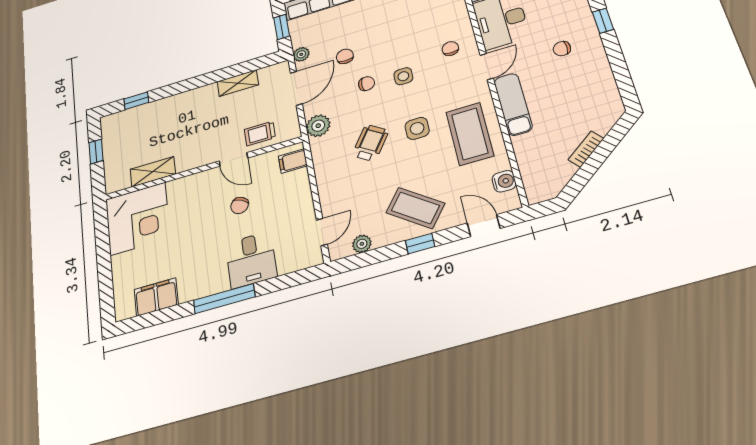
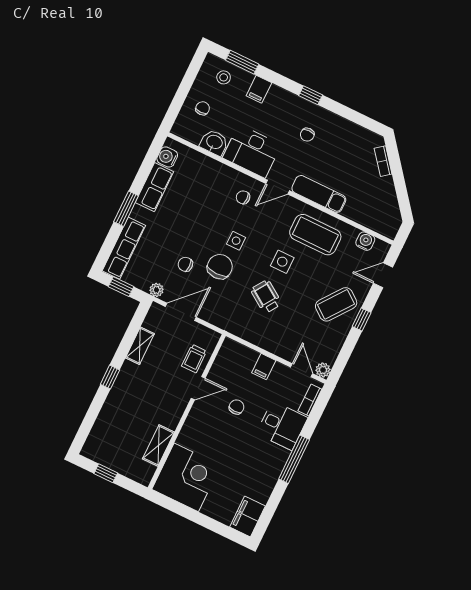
door: (487, 67) -> (278, 187), swing flipped
chair: (366, 84) -> (220, 267), width x1.87, depth x1.87
door: (296, 88) -> (181, 312), hinge flipped
window: (136, 101) -> (110, 377), moved
plant: (318, 126) -> (223, 319), removed
bookcase: (586, 149) -> (383, 161), moved
filing cabinet: (293, 161) -> (264, 367), moved
chair: (240, 205) -> (236, 407), turned -117
plant: (362, 244) -> (323, 370), moved
bookcase: (297, 264) -> (310, 400), added
filing cabinet: (156, 297) -> (248, 516), moved

